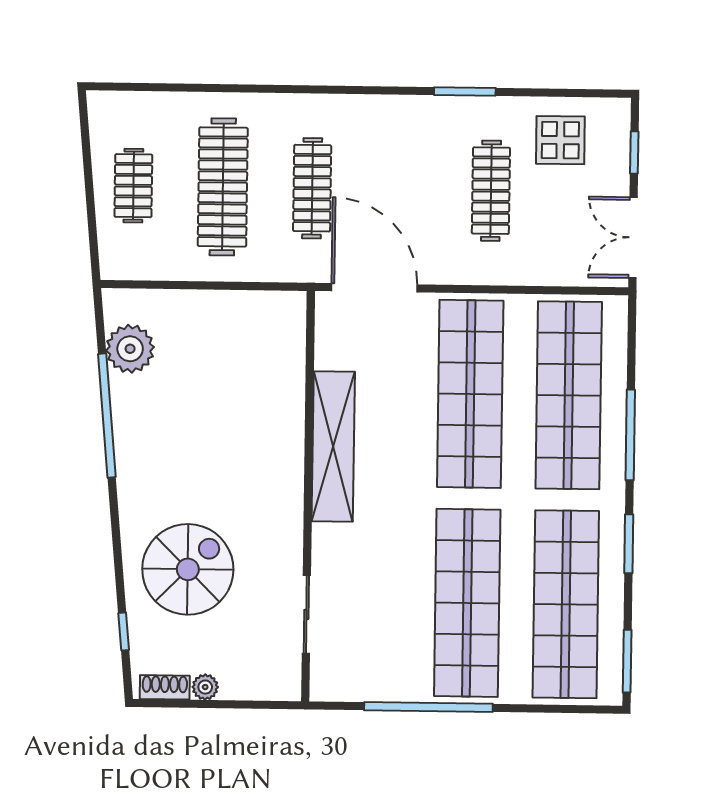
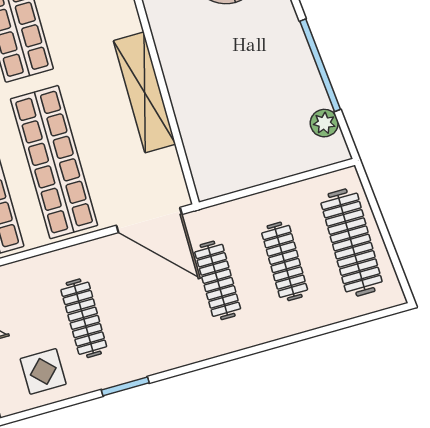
clothes rail: (133, 186) -> (352, 242), width x1.86, depth x1.31
clothes rail: (223, 187) -> (285, 261), width x0.73, depth x0.76
plant: (130, 349) -> (324, 123), width x0.73, depth x0.73

